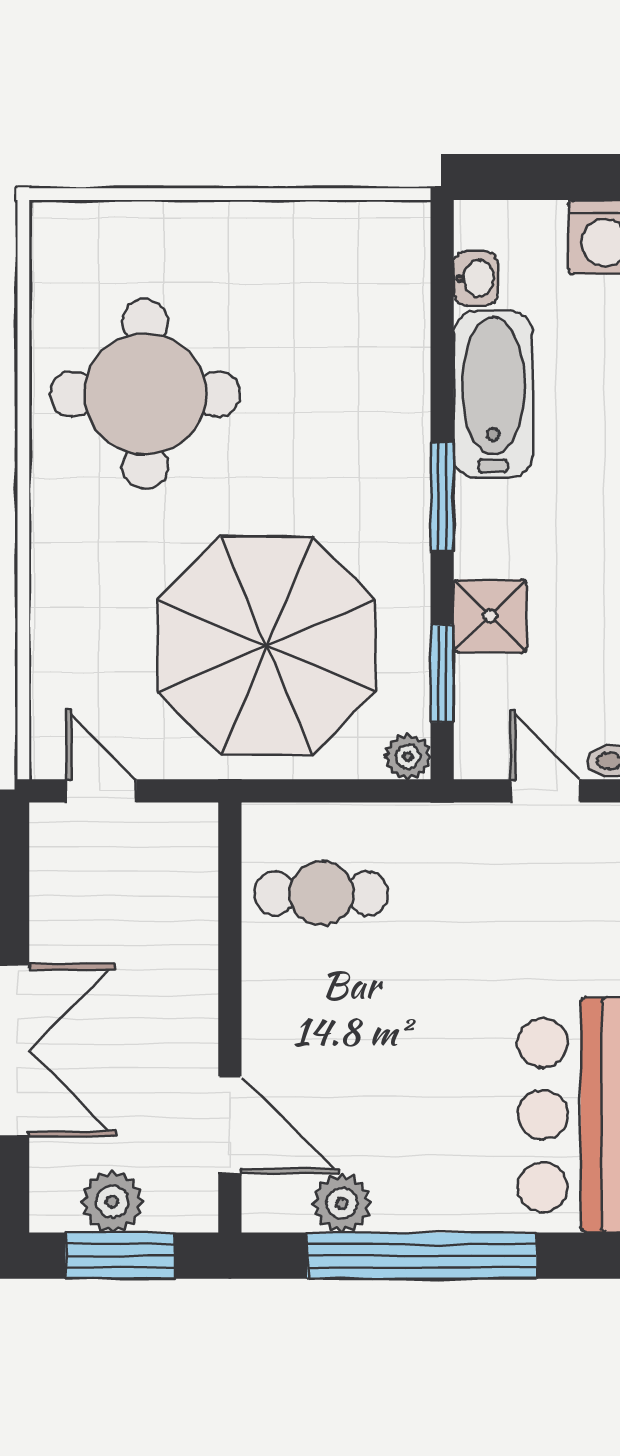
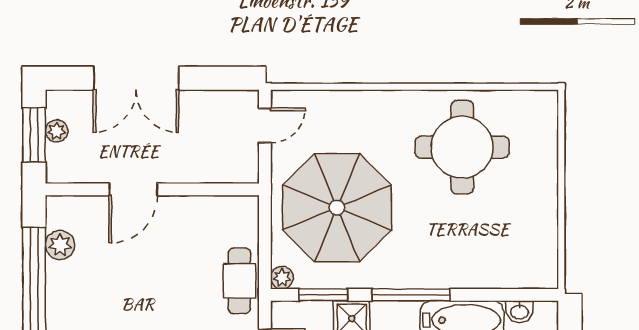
window: (442, 497) -> (411, 295), width x1.44
cafe table: (321, 893) -> (239, 281), moved
door: (230, 1125) -> (133, 189), moved
plant: (112, 1202) -> (57, 131), width x0.73, depth x0.73

